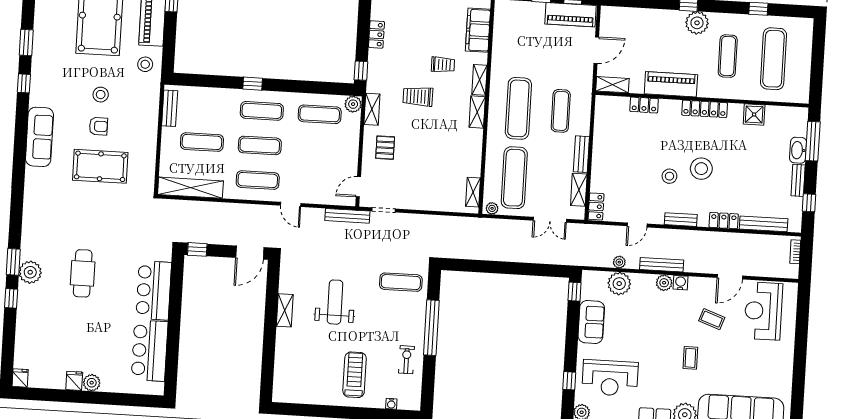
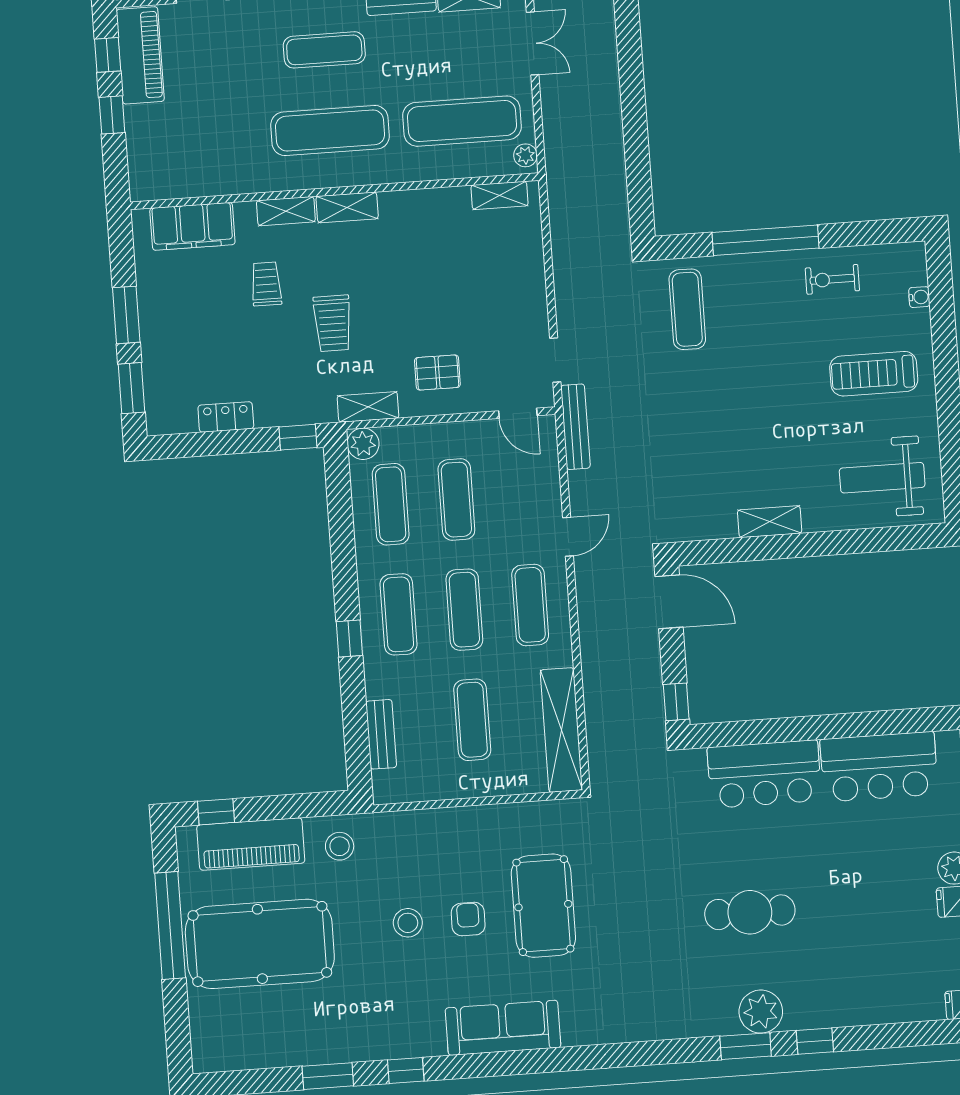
bench: (170, 108) -> (381, 734), moved, turned 90
exercise mat: (318, 149) -> (456, 500), added
weight bench: (335, 302) -> (882, 478), moved

